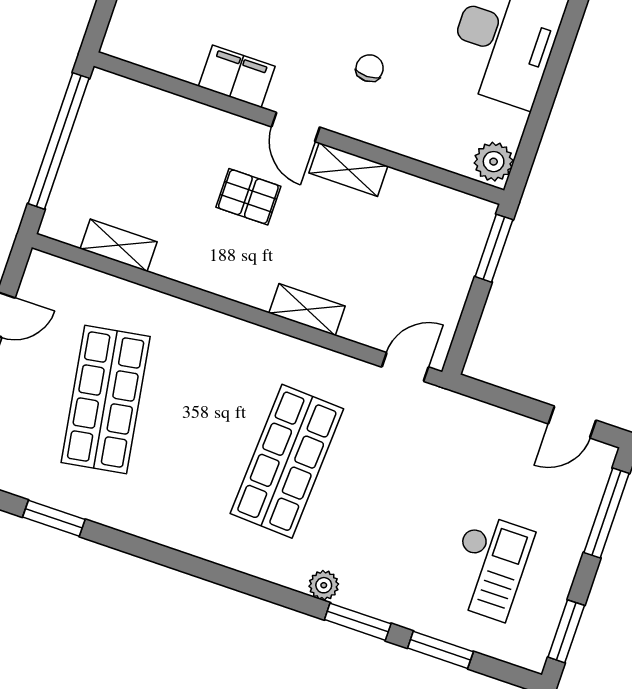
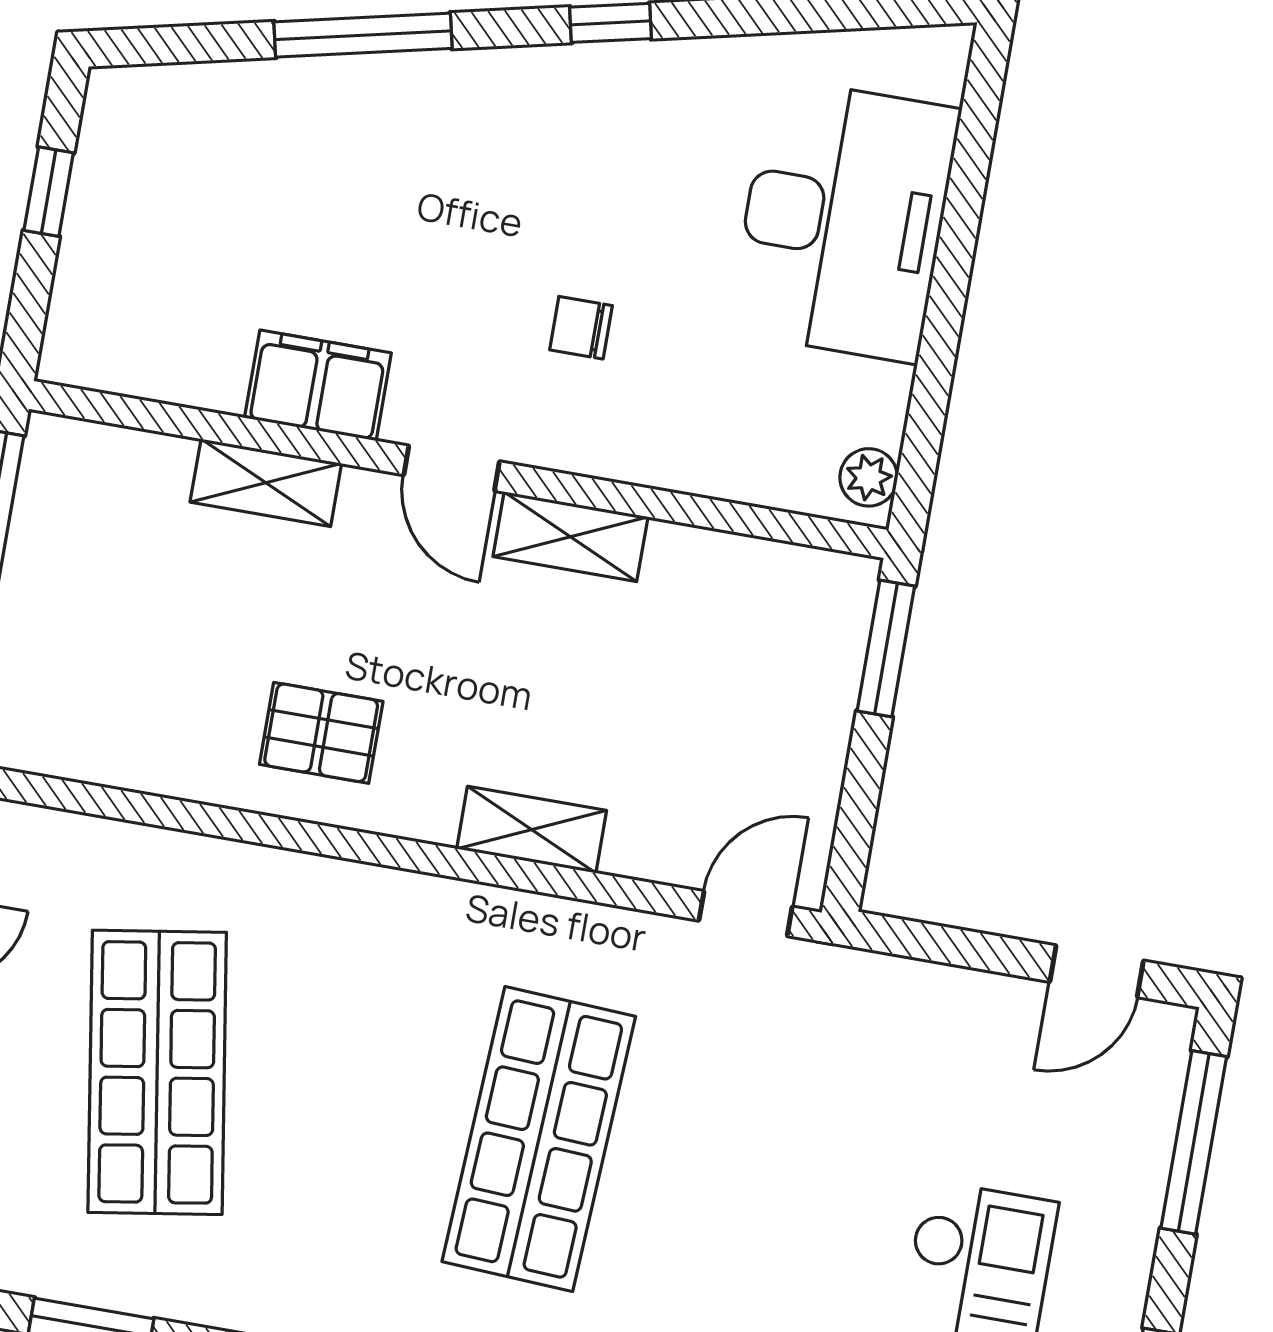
chair: (370, 68) -> (581, 328), turned -90
plant: (494, 162) -> (869, 477), width x0.73, depth x0.73
pallet: (248, 197) -> (321, 733), moved
shelving: (119, 245) -> (266, 483), moved

